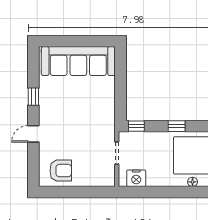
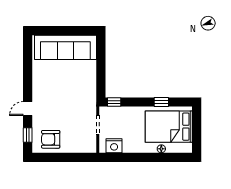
window: (33, 97) -> (28, 135), moved
window: (177, 126) -> (161, 102), moved
armchair: (61, 171) -> (51, 139), turned 180

